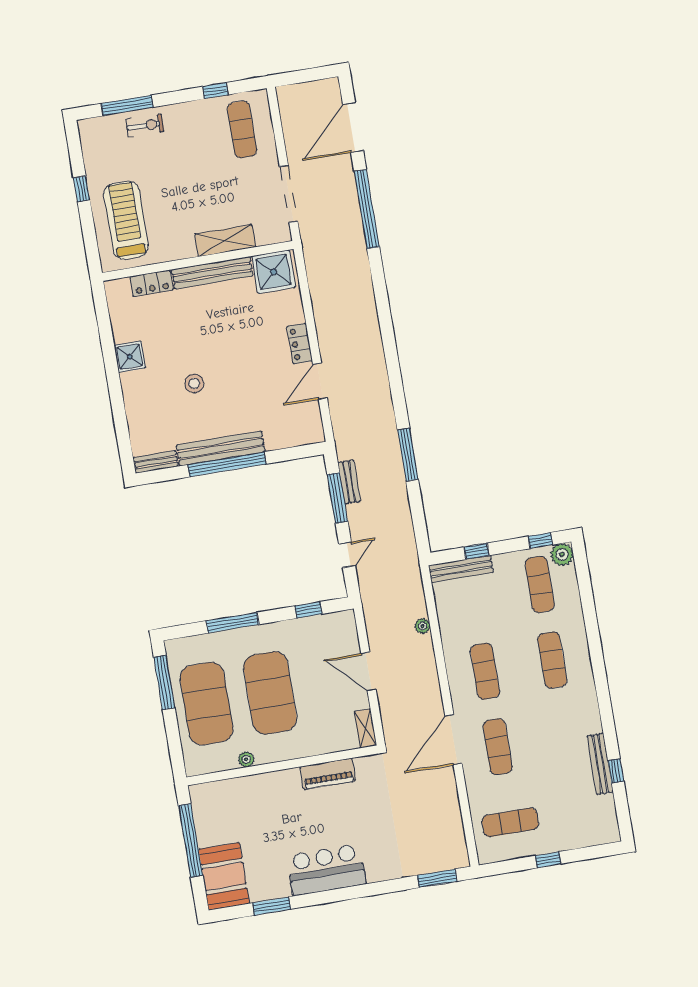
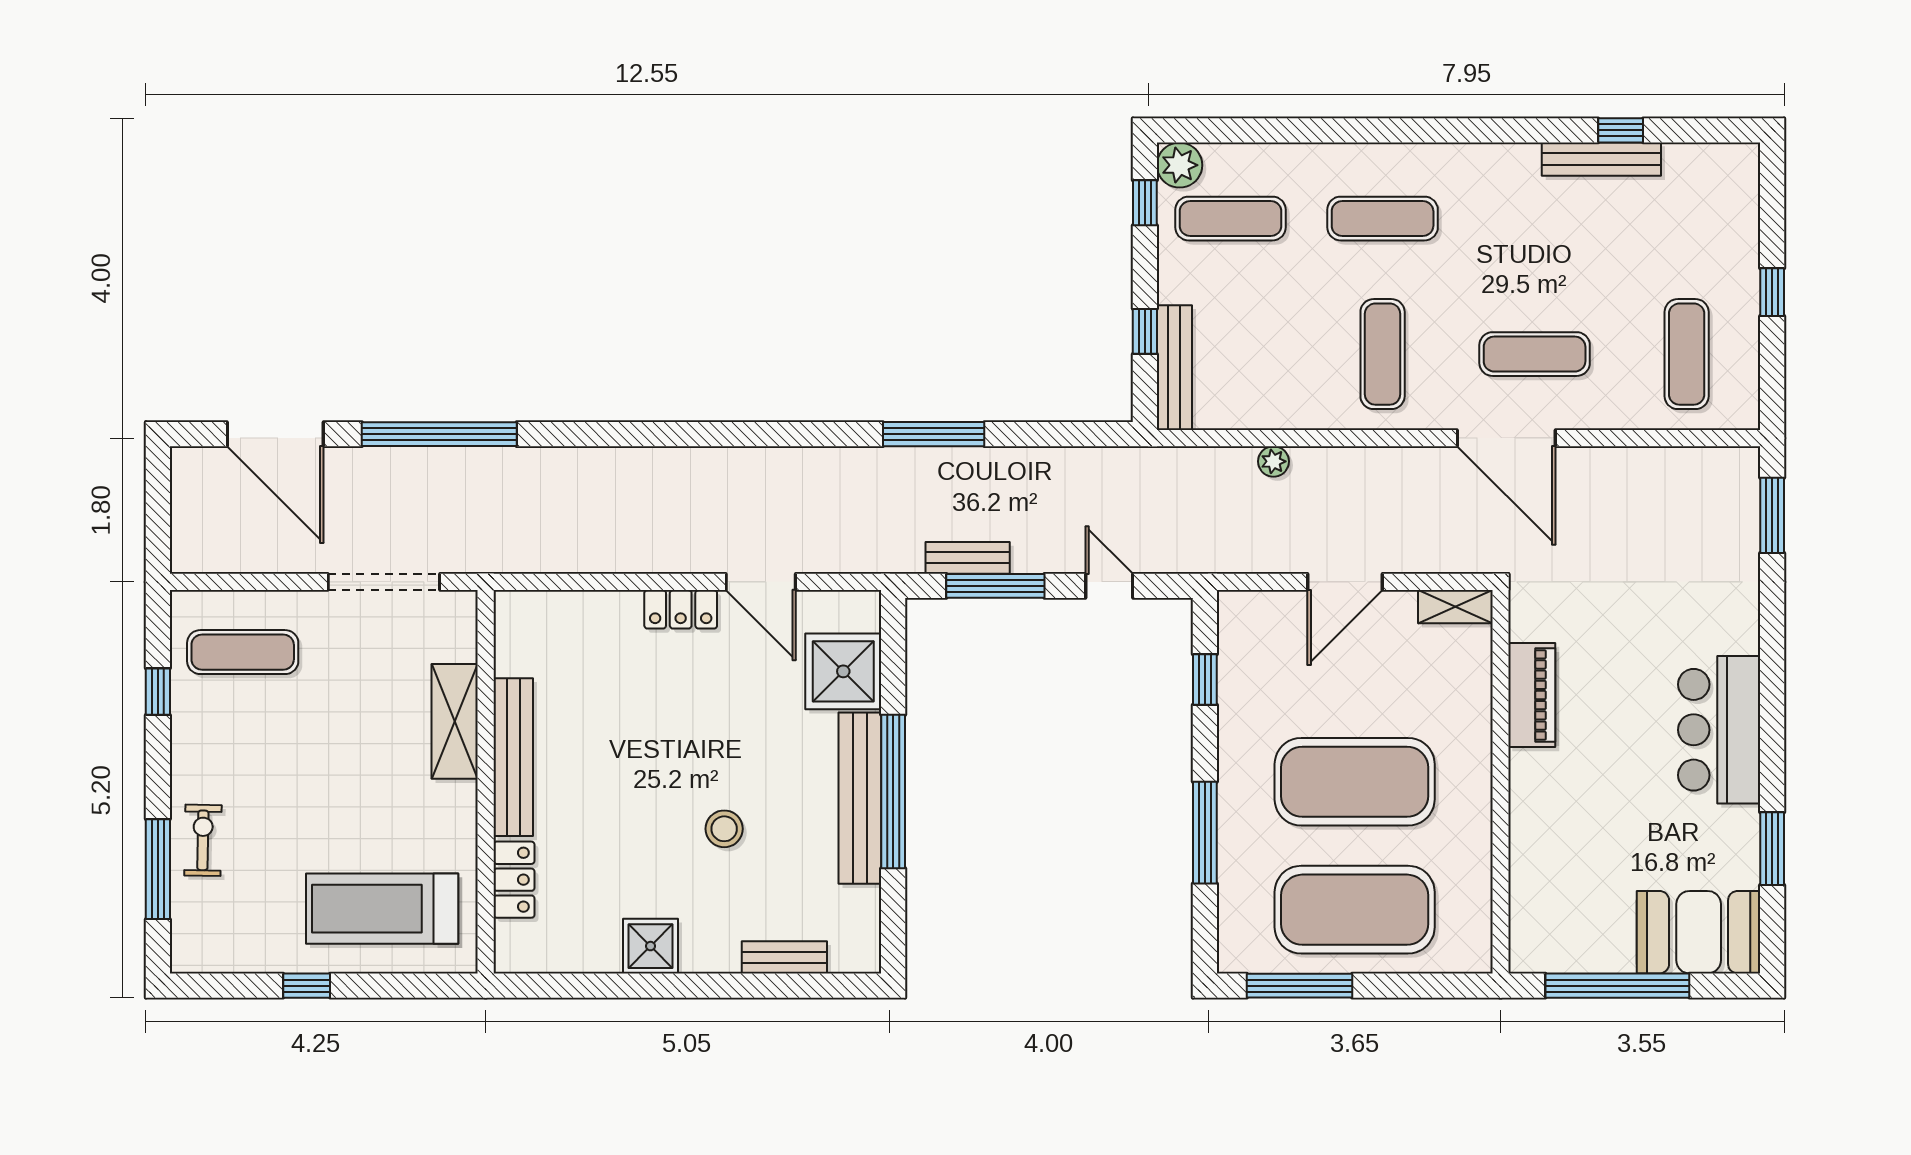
shower: (274, 272) -> (843, 671), moved
bench: (156, 462) -> (784, 957), moved, turned 90
exercise mat: (485, 671) -> (1383, 354), turned 90
plant: (246, 759) -> (1477, 850), removed

